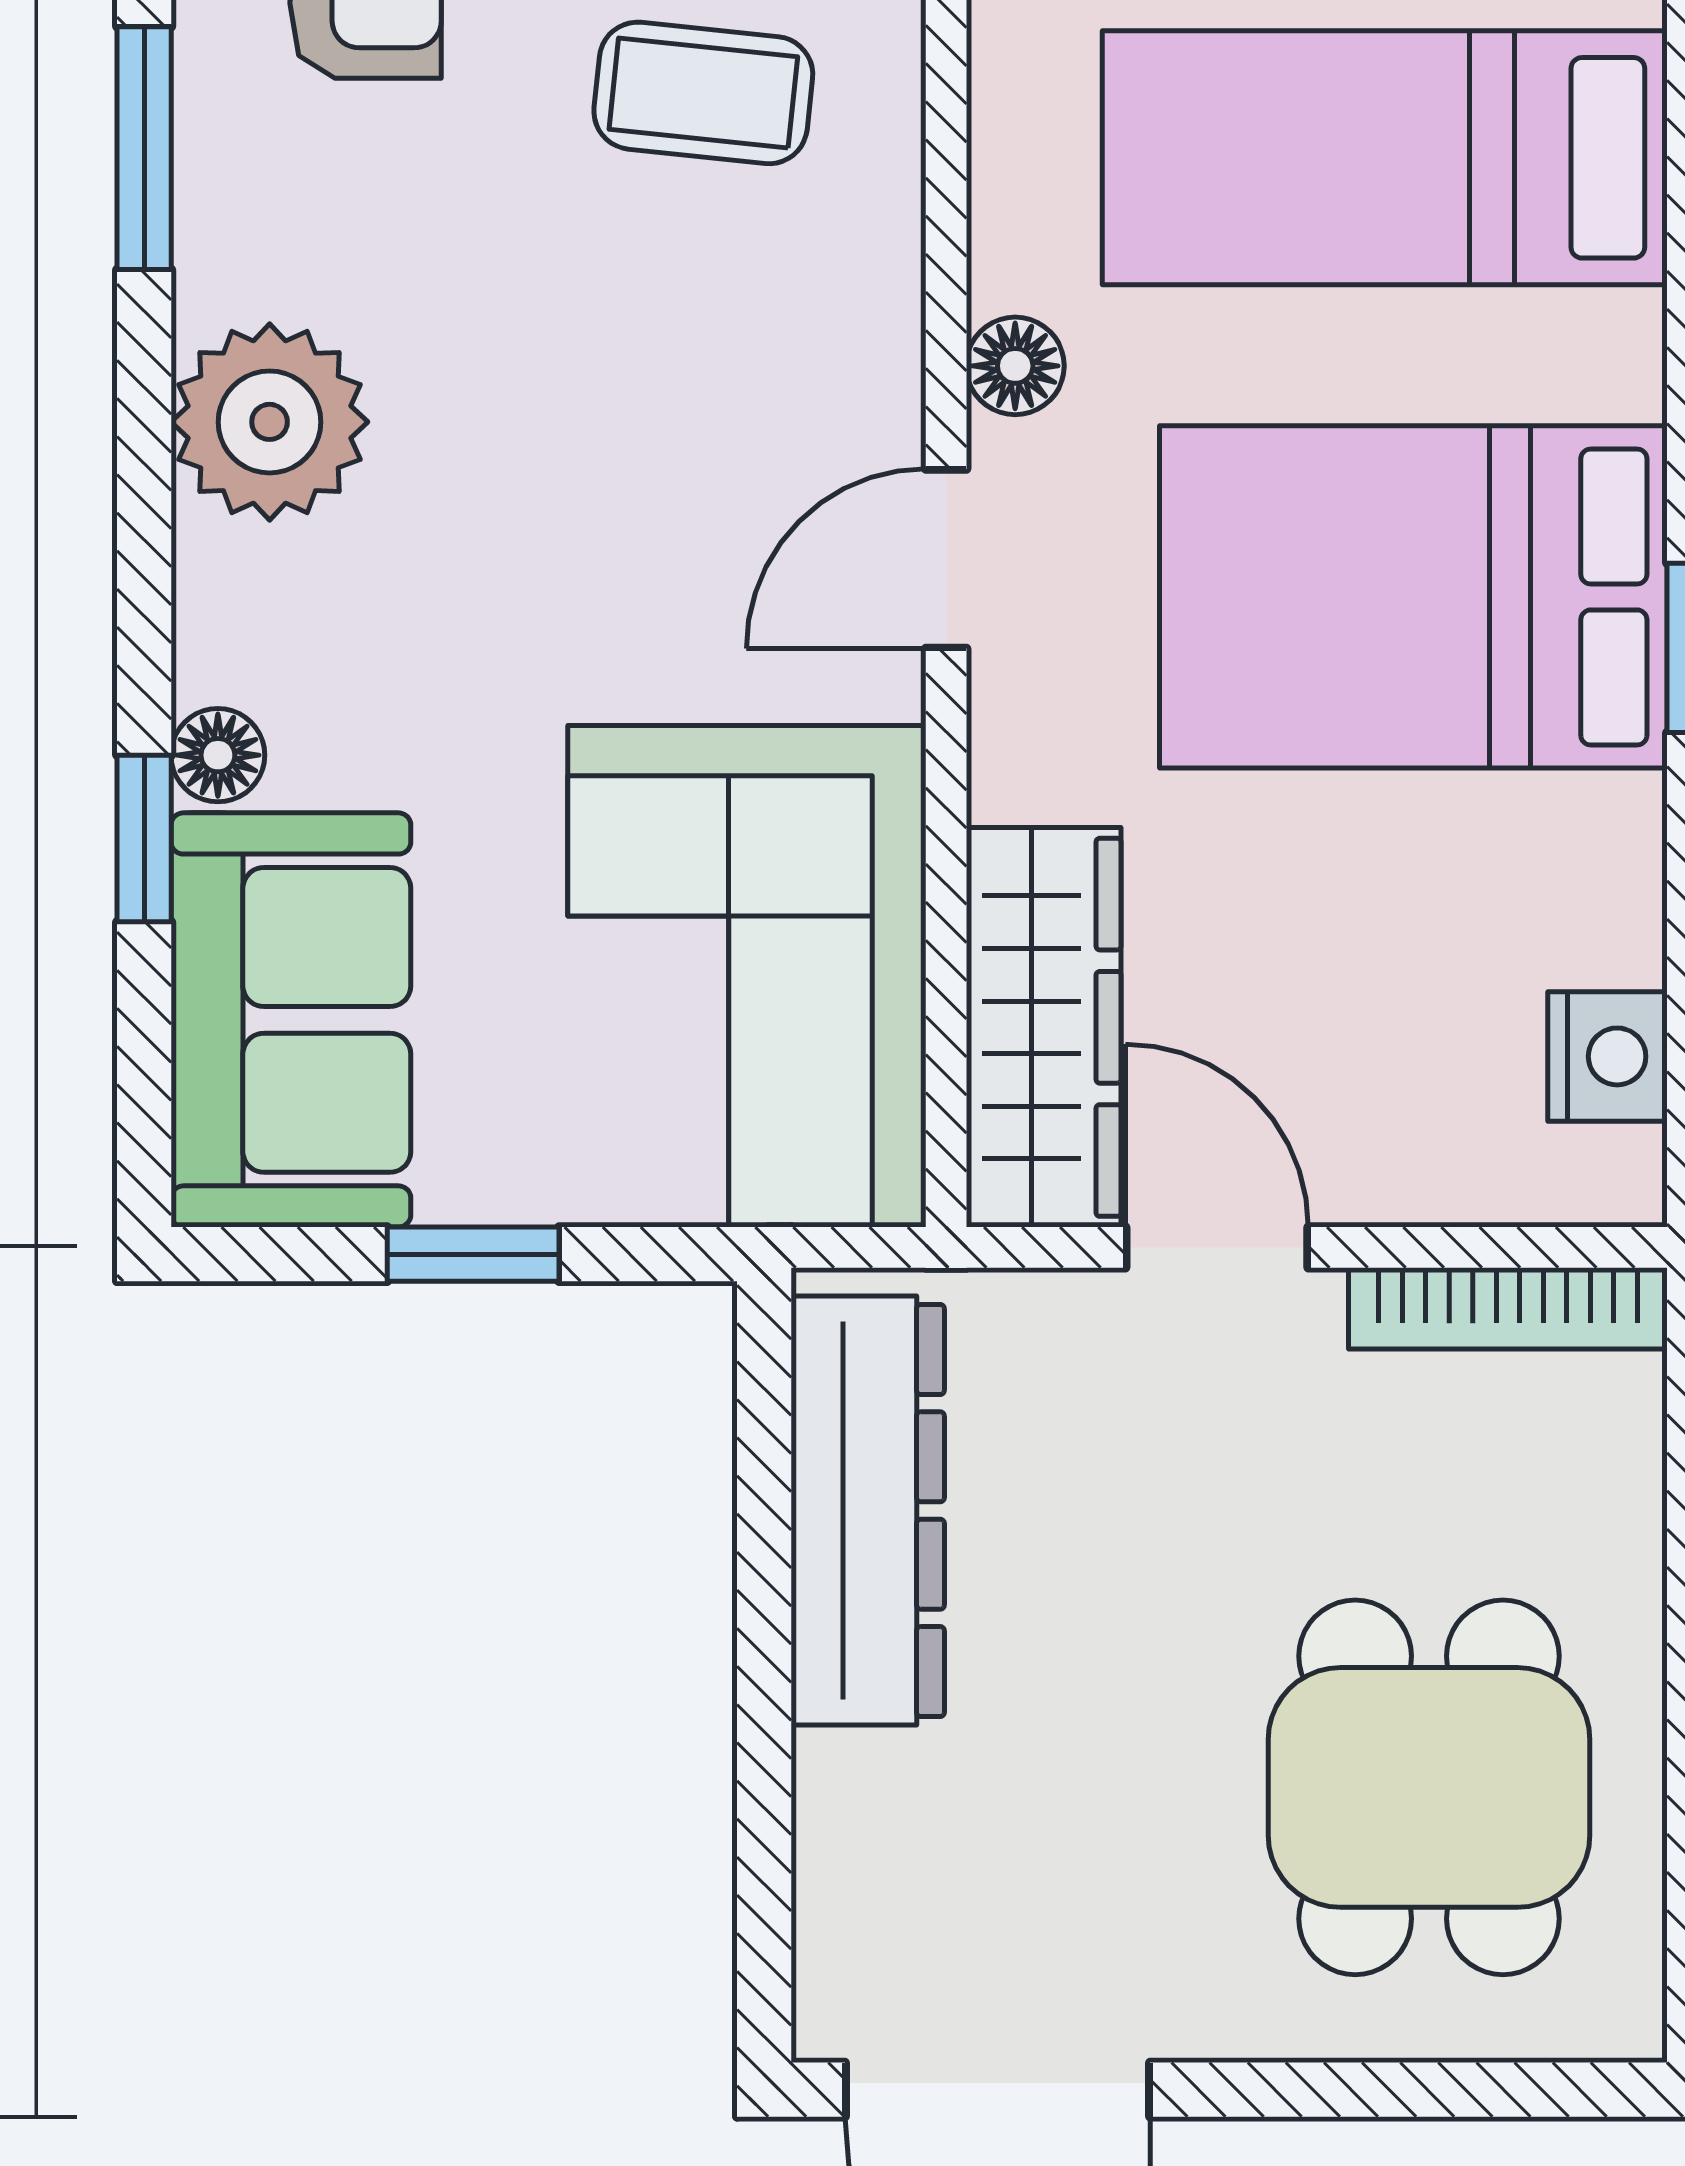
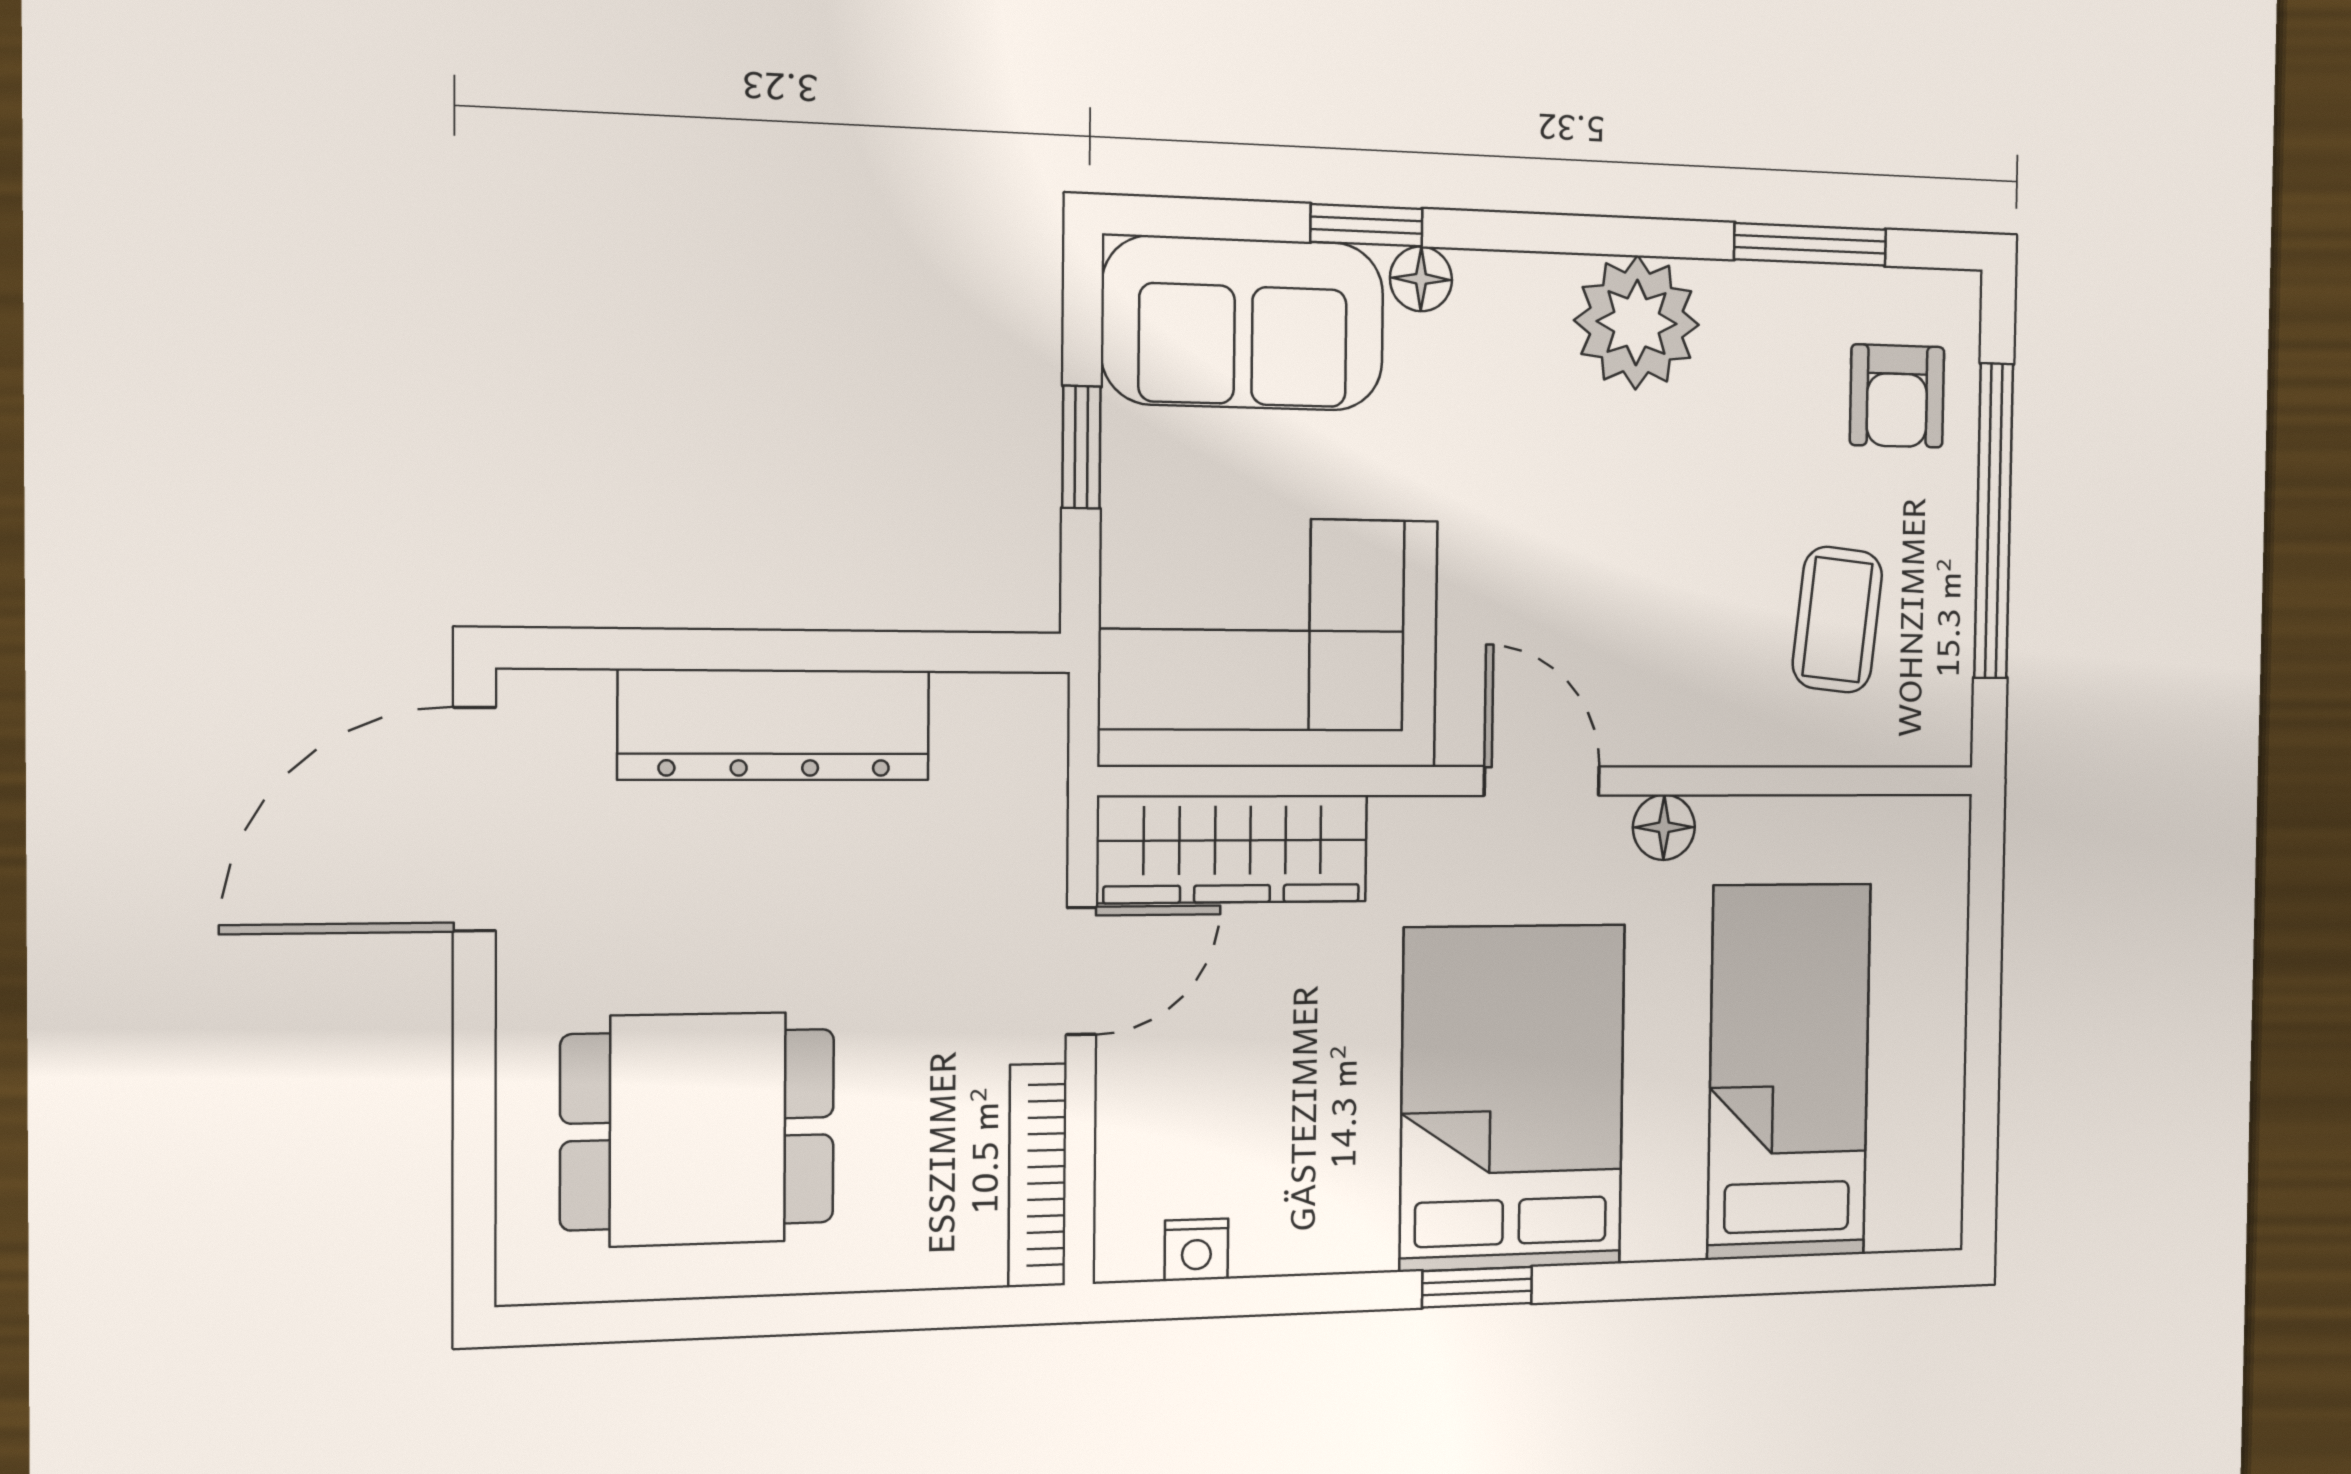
nightstand: (1608, 1056) -> (1196, 1250), width x0.72, depth x0.74
dresser: (868, 1511) -> (775, 725), moved

